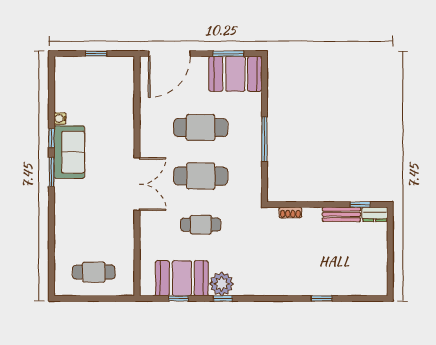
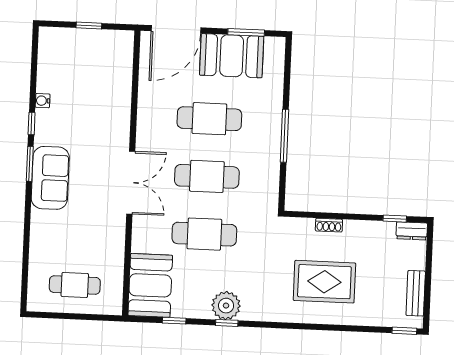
booth: (235, 74) -> (232, 56), moved
sofa: (69, 152) -> (50, 178), moved
shoe rack: (290, 212) -> (329, 225), moved
bench: (341, 214) -> (416, 293), moved, turned 90
cafe table: (201, 225) -> (204, 234), width x1.37, depth x1.35
rug: (303, 260) -> (324, 282), added
booth: (182, 278) -> (150, 285), moved, turned 90
window: (322, 298) -> (404, 331), moved

